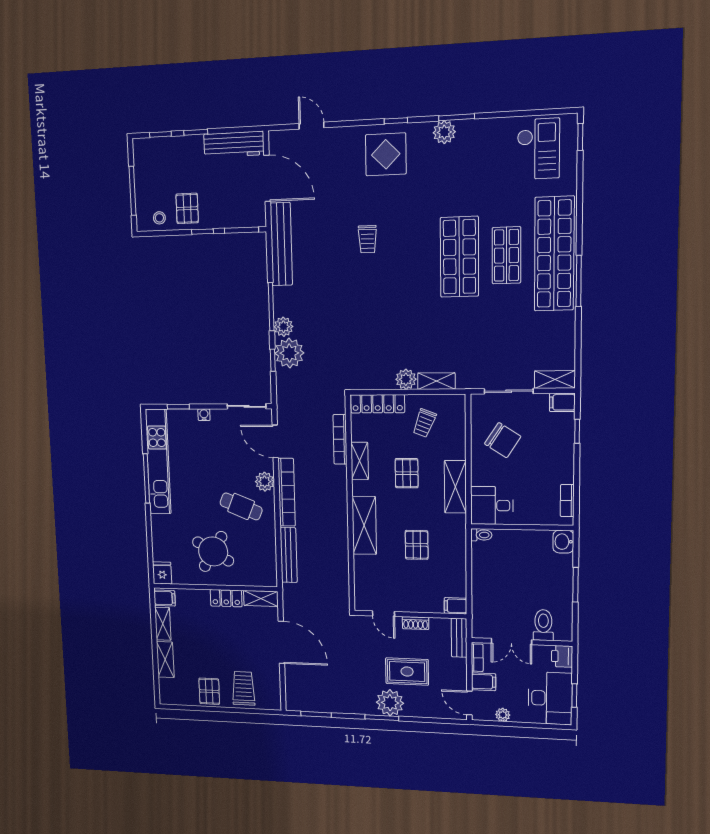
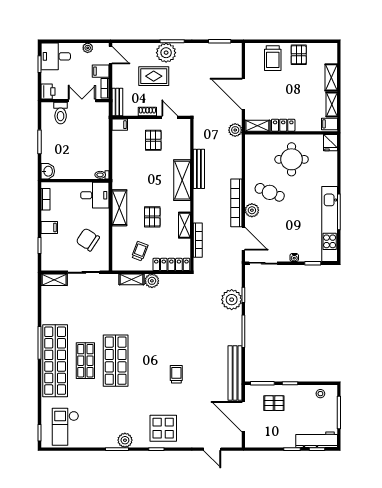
workbench: (234, 144) -> (317, 440), moved
pallet: (187, 208) -> (274, 403), moved, turned 90
plant: (283, 327) -> (235, 130), moved
filing cabinet: (562, 402) -> (49, 227), moved
pallet: (417, 545) -> (153, 140), moved
round table: (213, 551) -> (292, 159), turned -31
bench: (289, 555) -> (199, 169), moved
desk: (550, 698) -> (56, 56), width x0.73

